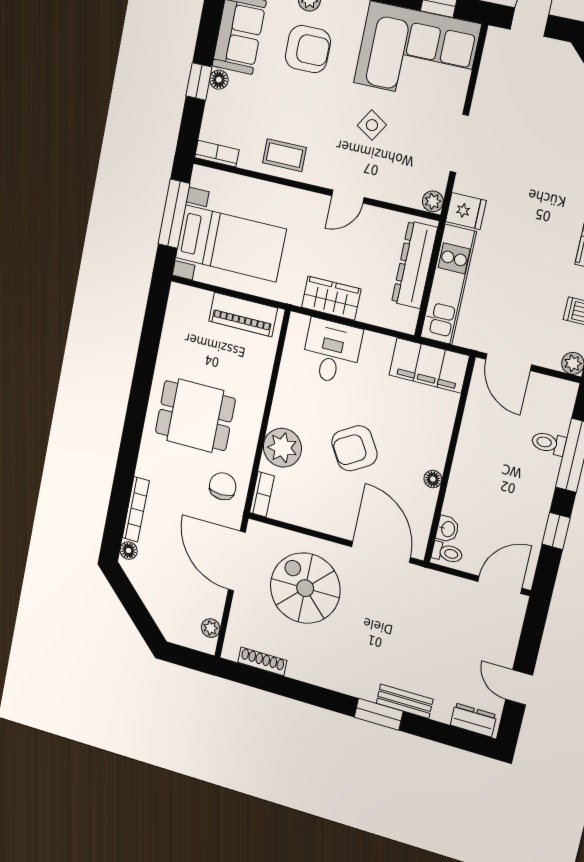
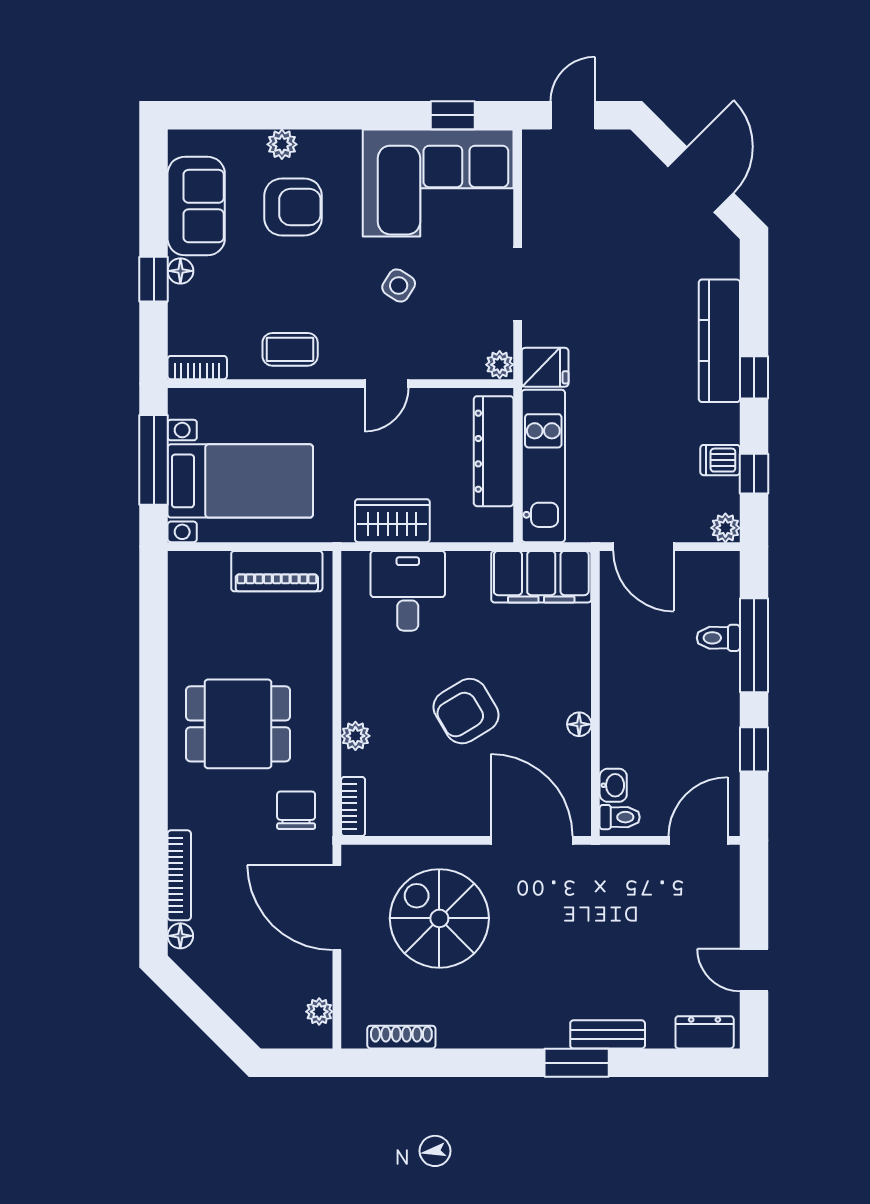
plant: (282, 448) -> (355, 736), width x0.53, depth x0.53

